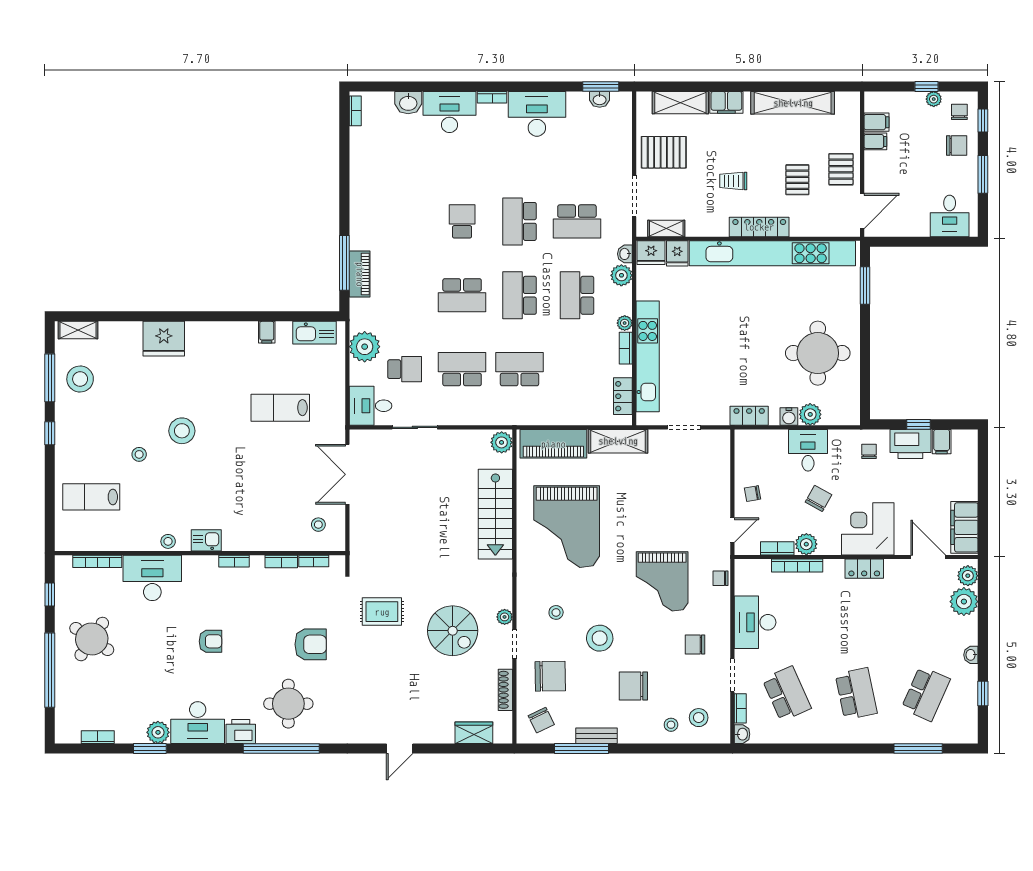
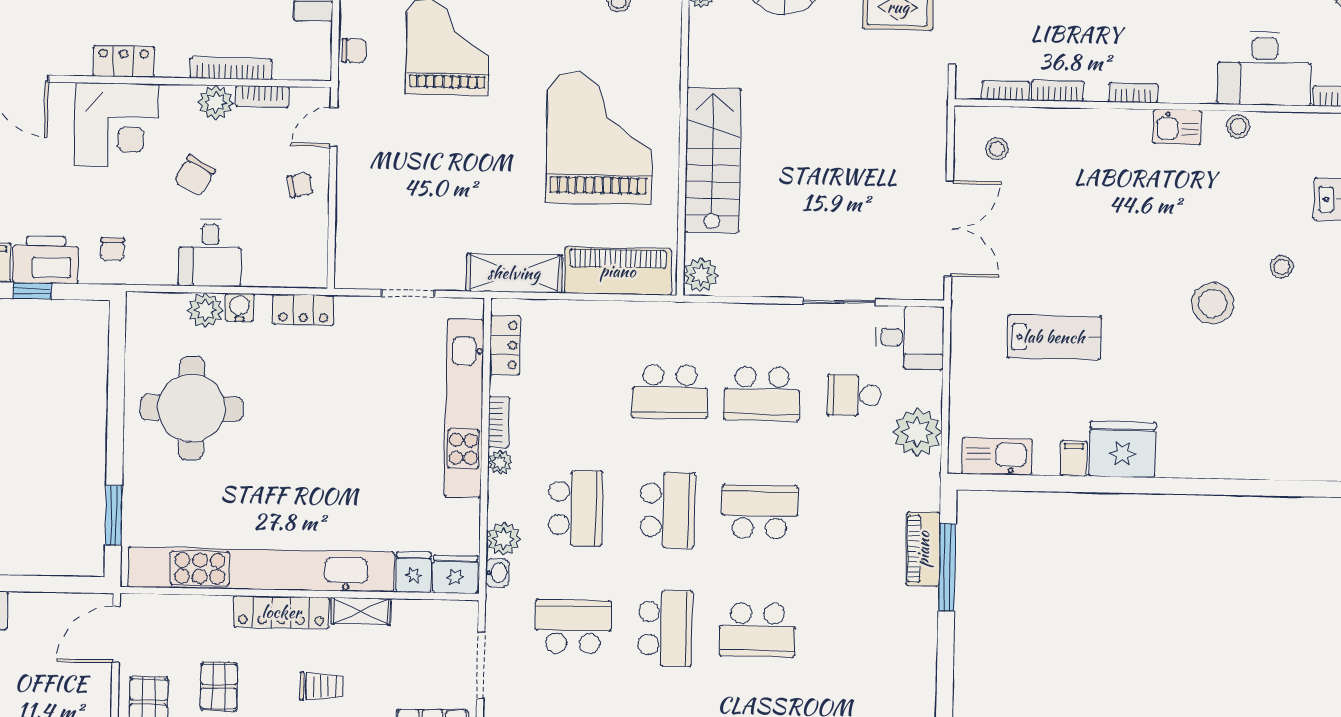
school desk: (462, 221) -> (757, 630), width x1.85
shelving: (666, 228) -> (361, 611), moved
fridge: (164, 339) -> (1123, 449), moved

